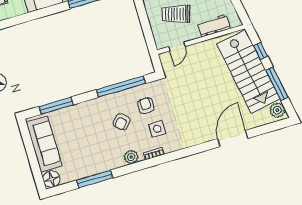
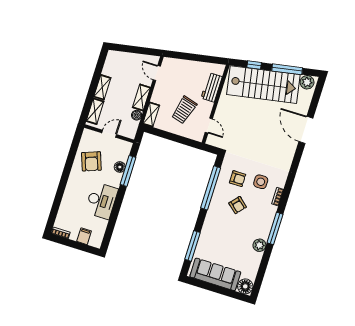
armchair: (146, 106) -> (238, 179), turned 180
plant: (131, 157) -> (259, 245), moved
window: (95, 179) -> (275, 228), moved

